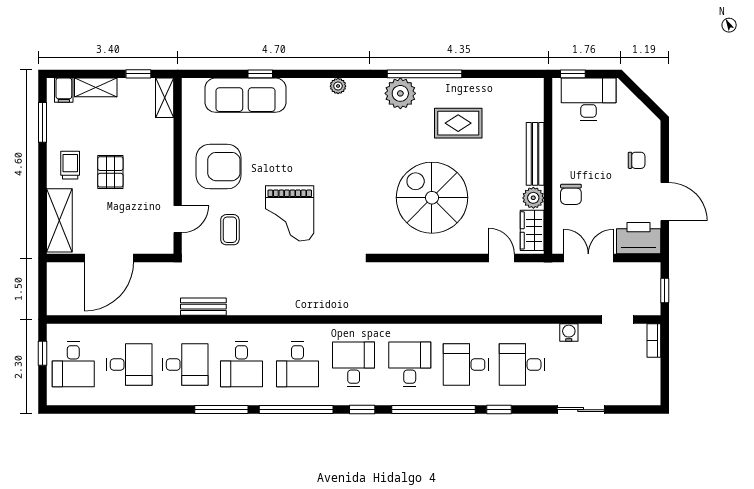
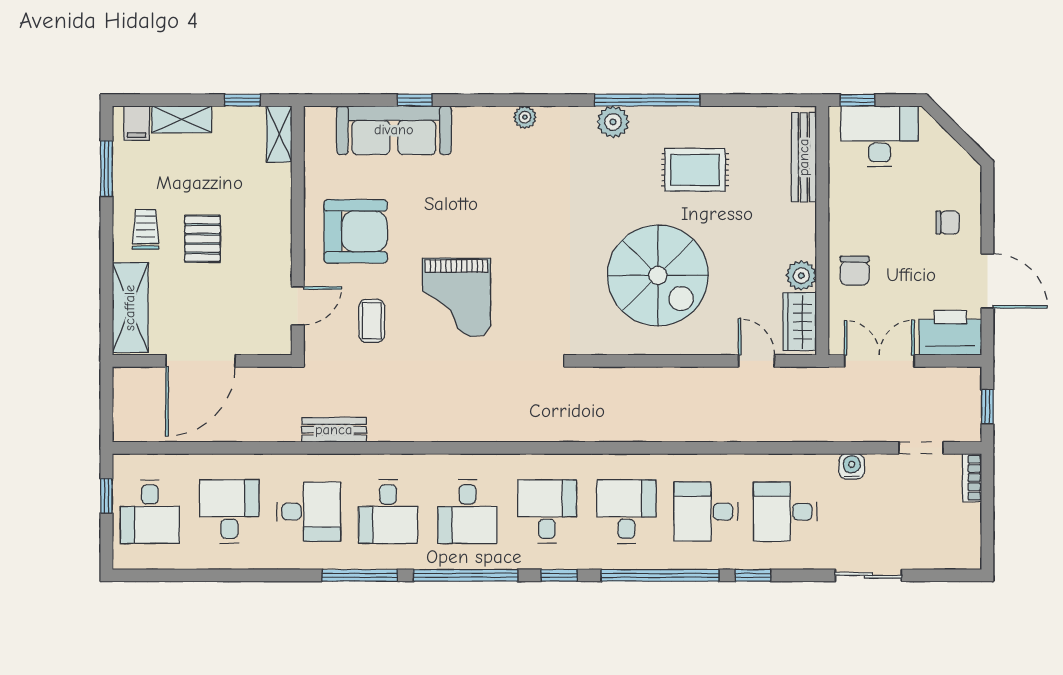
plant: (400, 93) -> (613, 122), width x0.73, depth x0.73
bench: (535, 154) -> (804, 157), moved
spiral stairs: (432, 198) -> (658, 275), turned 180
desk: (129, 364) -> (229, 512), turned -90

